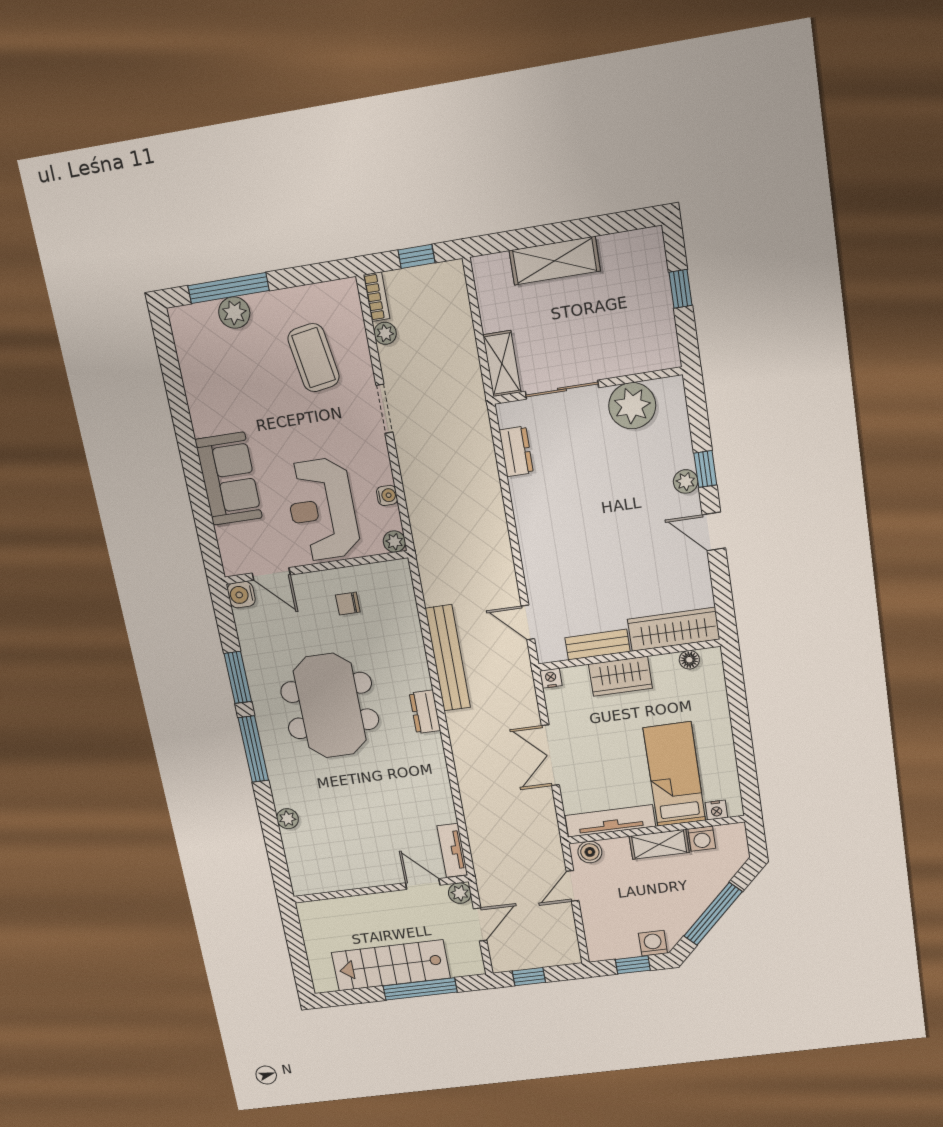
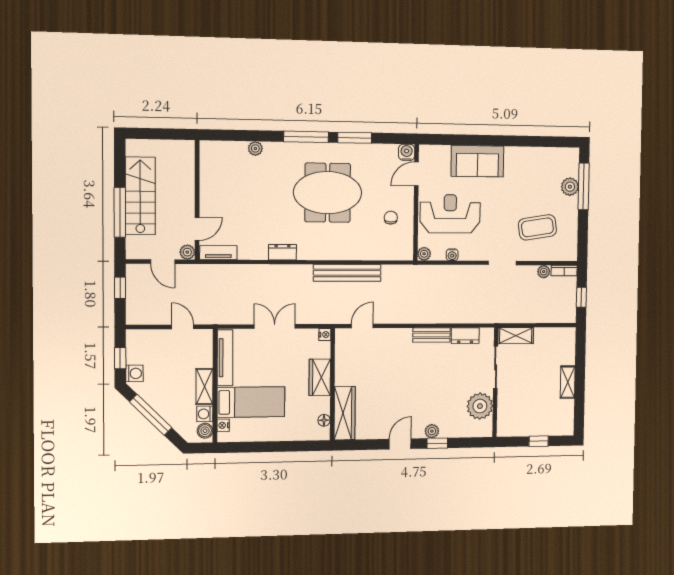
shelving: (555, 261) -> (568, 382), width x0.67, depth x0.75
bench: (597, 645) -> (432, 335), moved, turned 90
dresser: (425, 712) -> (282, 252), moved
boiler: (590, 852) -> (205, 431), moved

